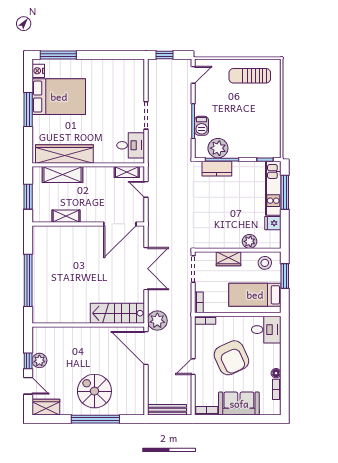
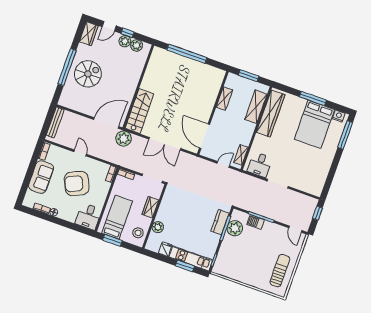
window: (285, 192) -> (185, 266), width x0.69
window: (285, 276) -> (112, 240), moved
plant: (40, 345) -> (137, 45), added

